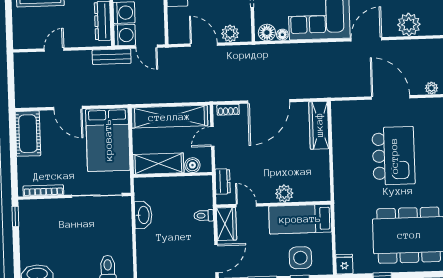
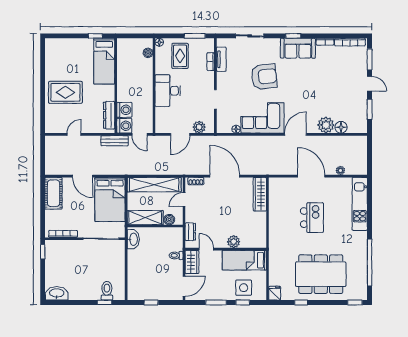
floor lamp: (267, 33) -> (341, 127), moved
door: (204, 45) -> (180, 134), swing flipped
door: (269, 101) -> (225, 176), swing flipped
kitchen island: (394, 156) -> (312, 218), width x0.73, depth x0.78
washbasin: (143, 215) -> (133, 239), moved

